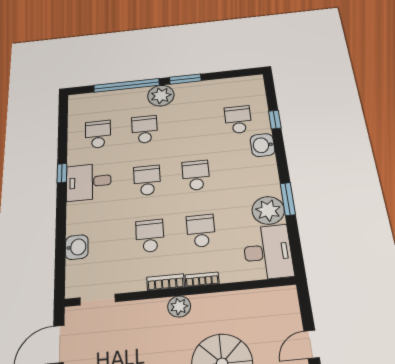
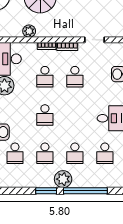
school desk: (147, 180) -> (45, 153), moved
doorway: (98, 300) -> (94, 40), moved
plant: (179, 306) -> (29, 31), moved

